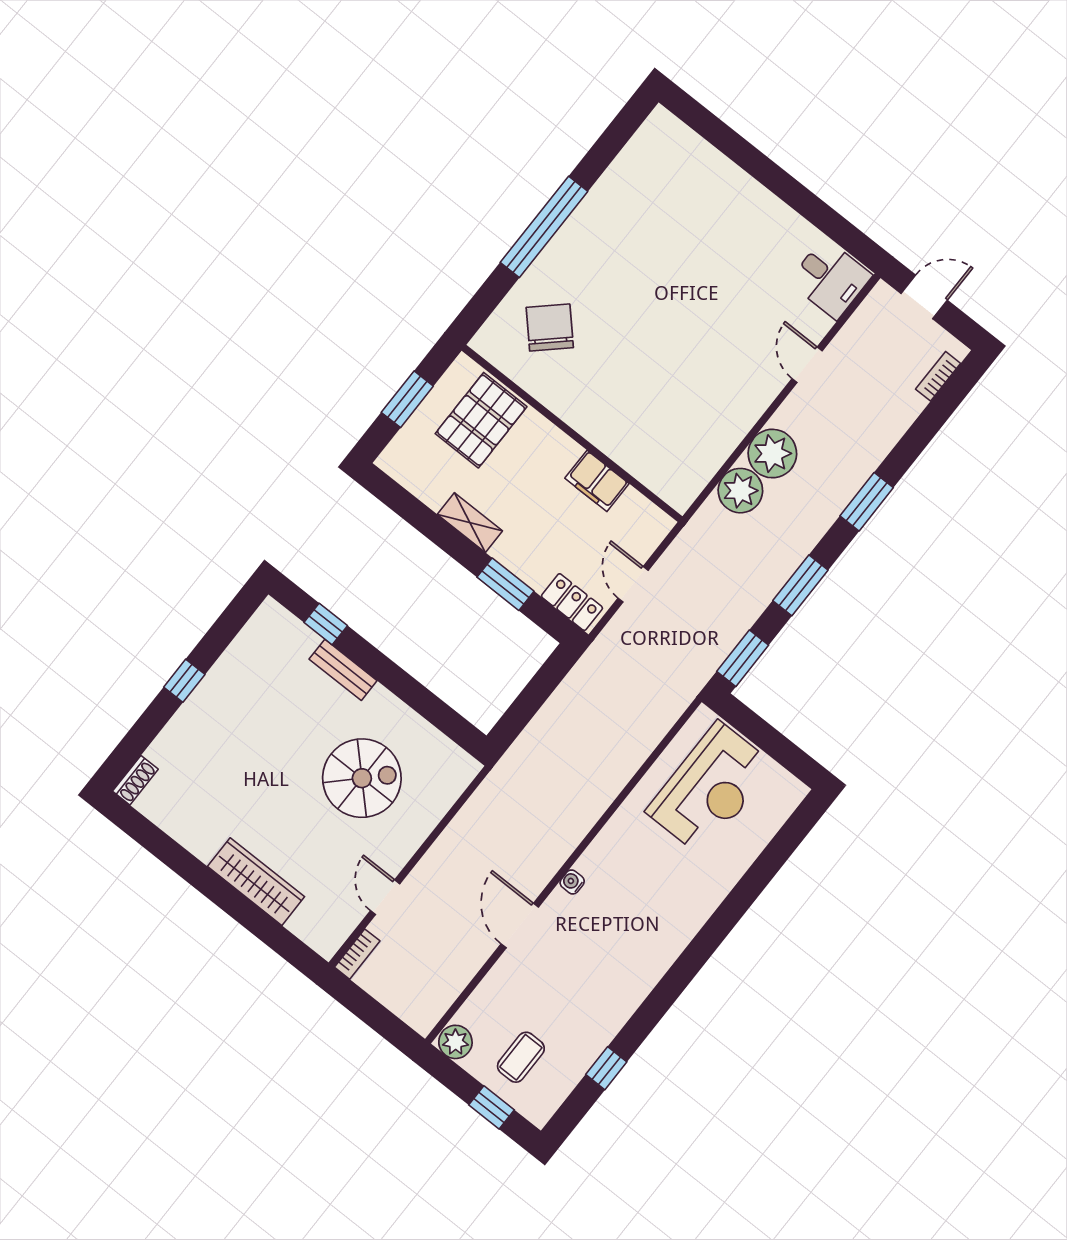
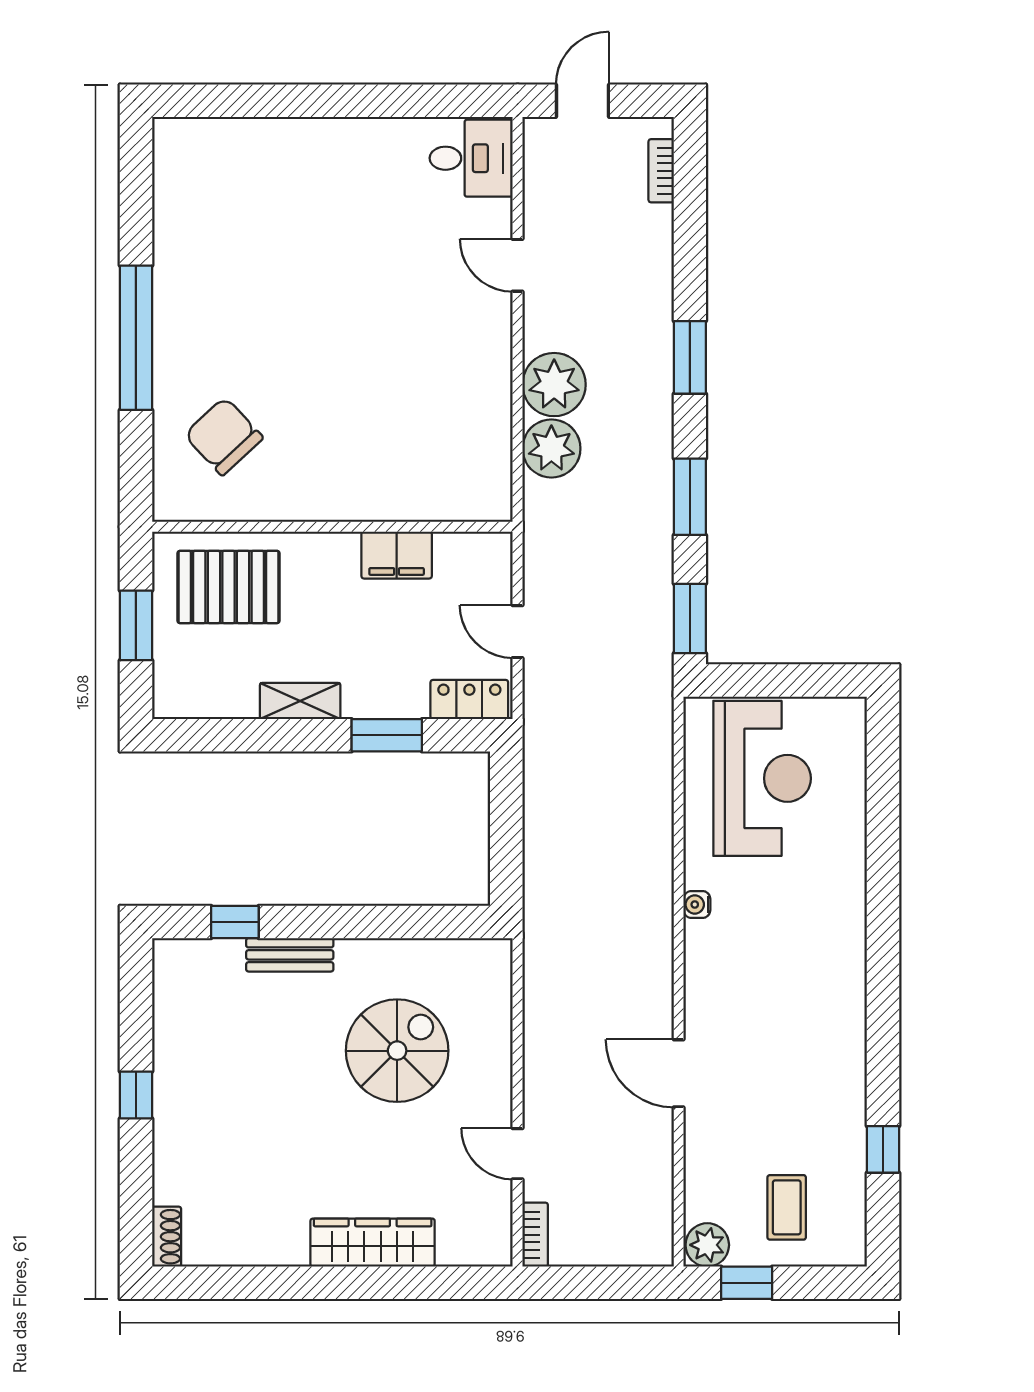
pallet: (481, 420) -> (228, 587), turned 90
water cooler: (572, 882) -> (697, 904), moved
window: (491, 1107) -> (747, 1283), moved

